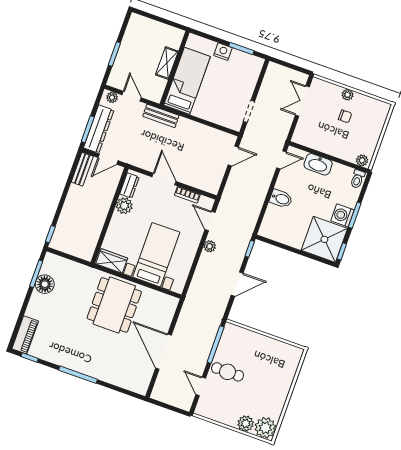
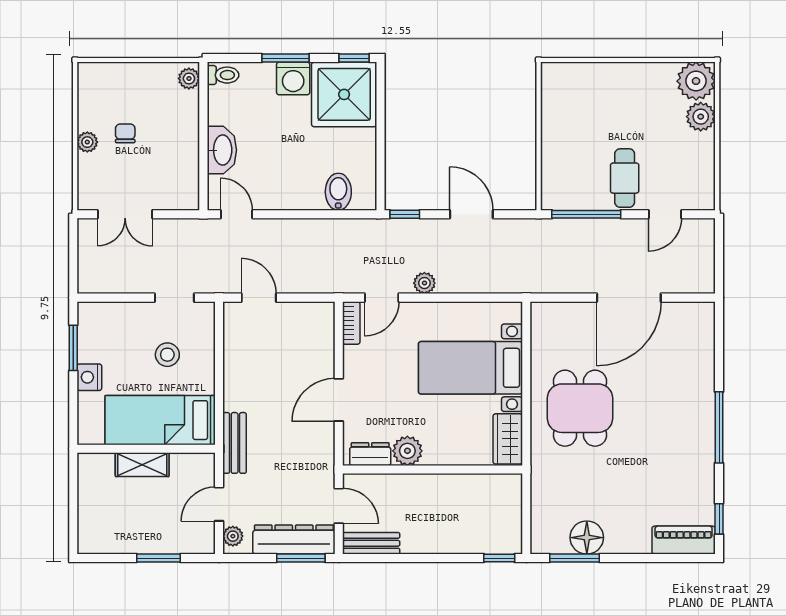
stool: (220, 97) -> (167, 355), added
bookcase: (187, 195) -> (351, 323), moved
bidet: (281, 199) -> (338, 192), moved
dining table: (114, 305) -> (580, 408), width x0.73

